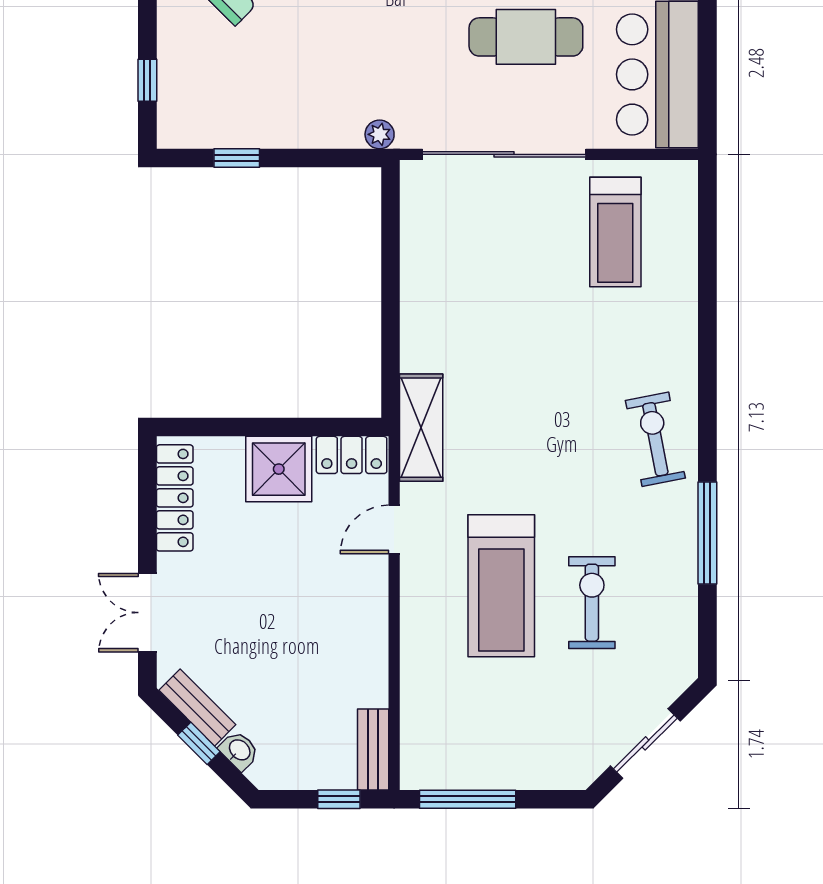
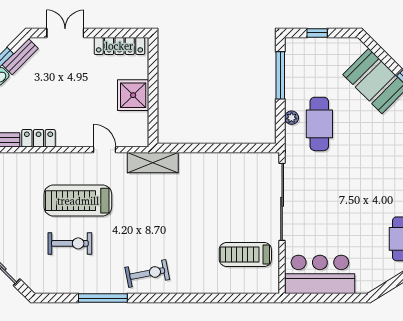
cafe table: (526, 37) -> (319, 124), moved
plant: (380, 134) -> (292, 118), moved
window: (237, 158) -> (280, 75), width x2.17
locker: (352, 455) -> (39, 138), moved, turned 90

